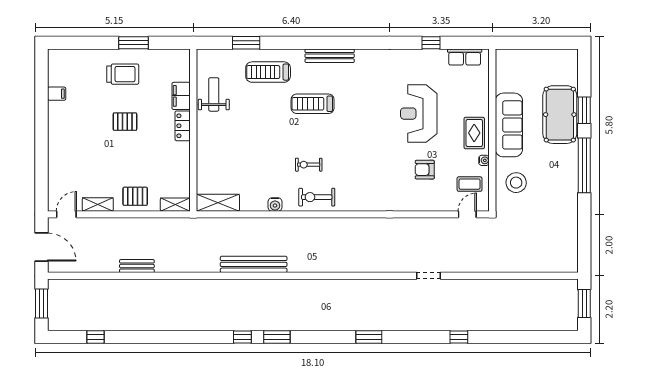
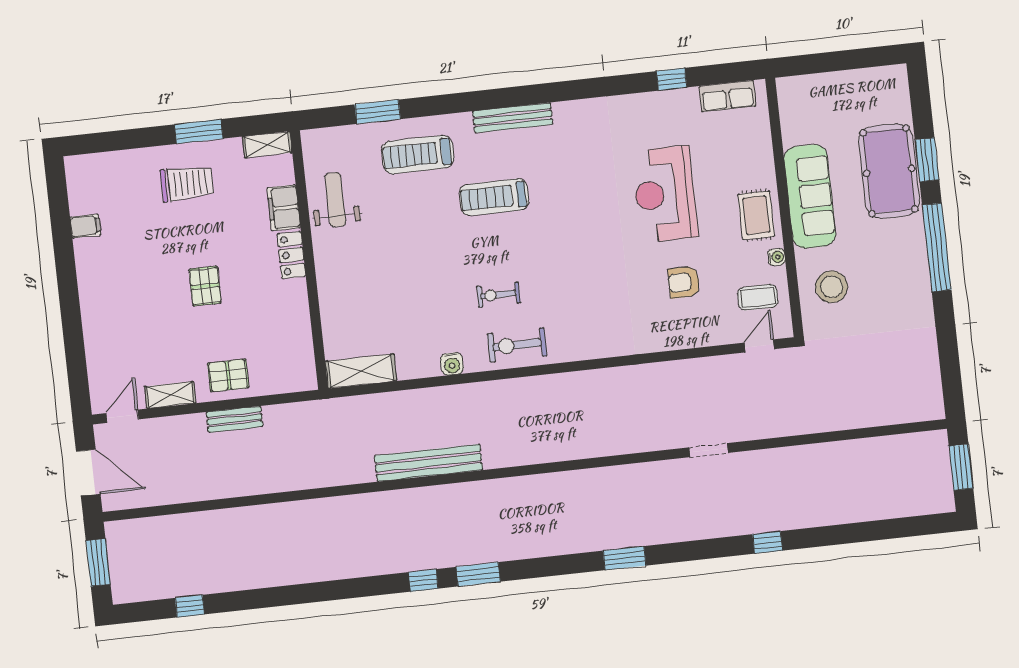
pallet: (125, 122) -> (205, 286), moved, turned 90
shelving: (175, 205) -> (267, 145), moved
bench: (137, 266) -> (235, 419), moved

